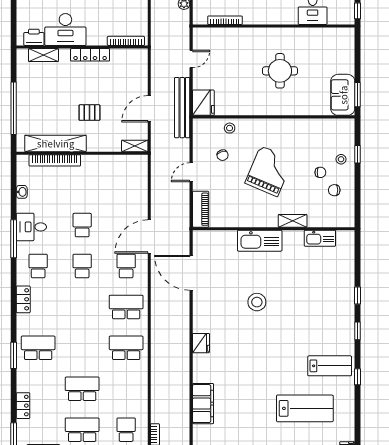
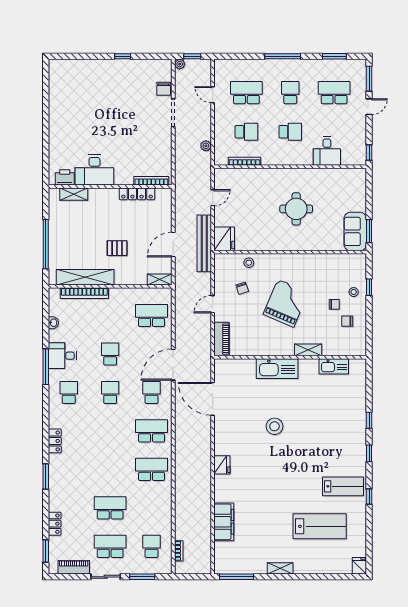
locker: (90, 55) -> (137, 194), moved
locker: (23, 299) -> (55, 441), moved
school desk: (38, 348) -> (152, 315), moved

